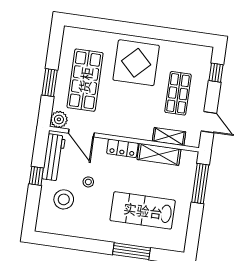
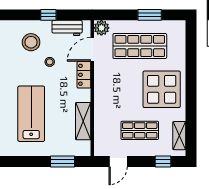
window: (50, 83) -> (150, 15), moved
shelving: (169, 136) -> (179, 136), moved
locker: (122, 148) -> (84, 75), moved
workbench: (54, 157) -> (67, 28), width x0.73
window: (200, 183) -> (62, 162), width x0.69

